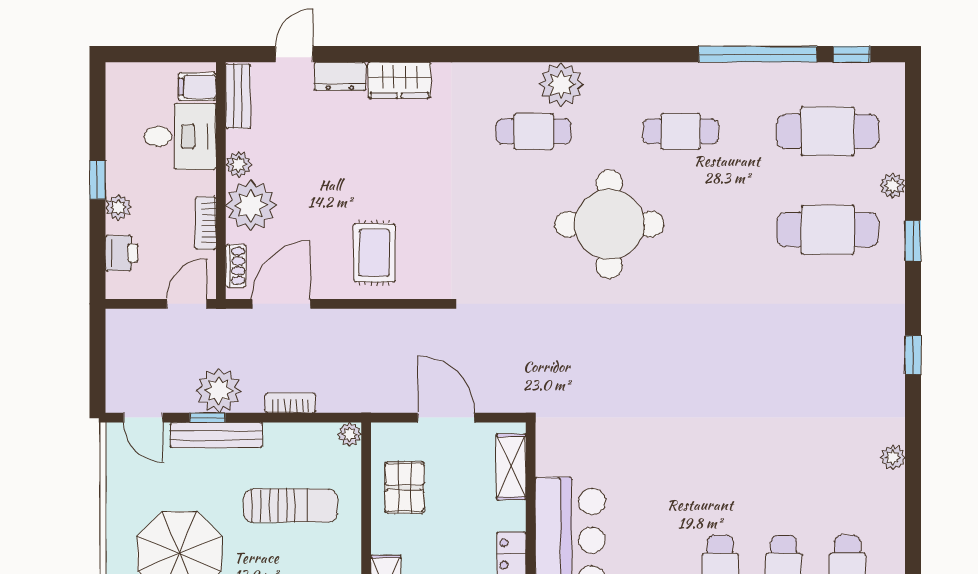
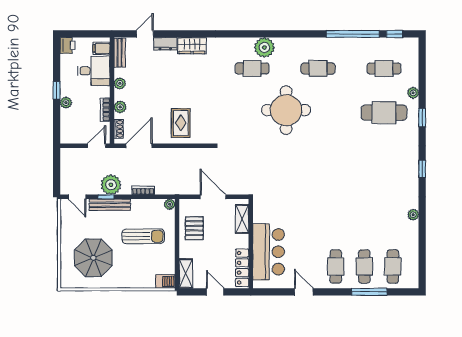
cafe table: (828, 131) -> (384, 69), width x0.73, depth x0.74
plant: (251, 205) -> (120, 107), width x0.53, depth x0.53
printer: (122, 253) -> (67, 45), moved

